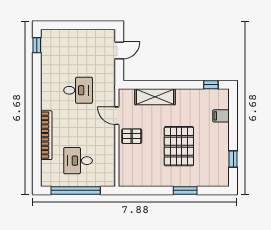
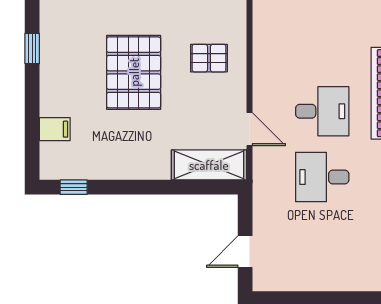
shelving: (155, 97) -> (209, 165), moved
pallet: (132, 136) -> (209, 58), moved
desk: (78, 161) -> (322, 111), moved

